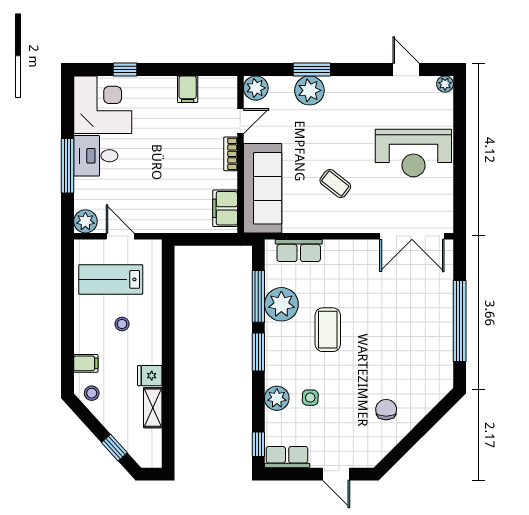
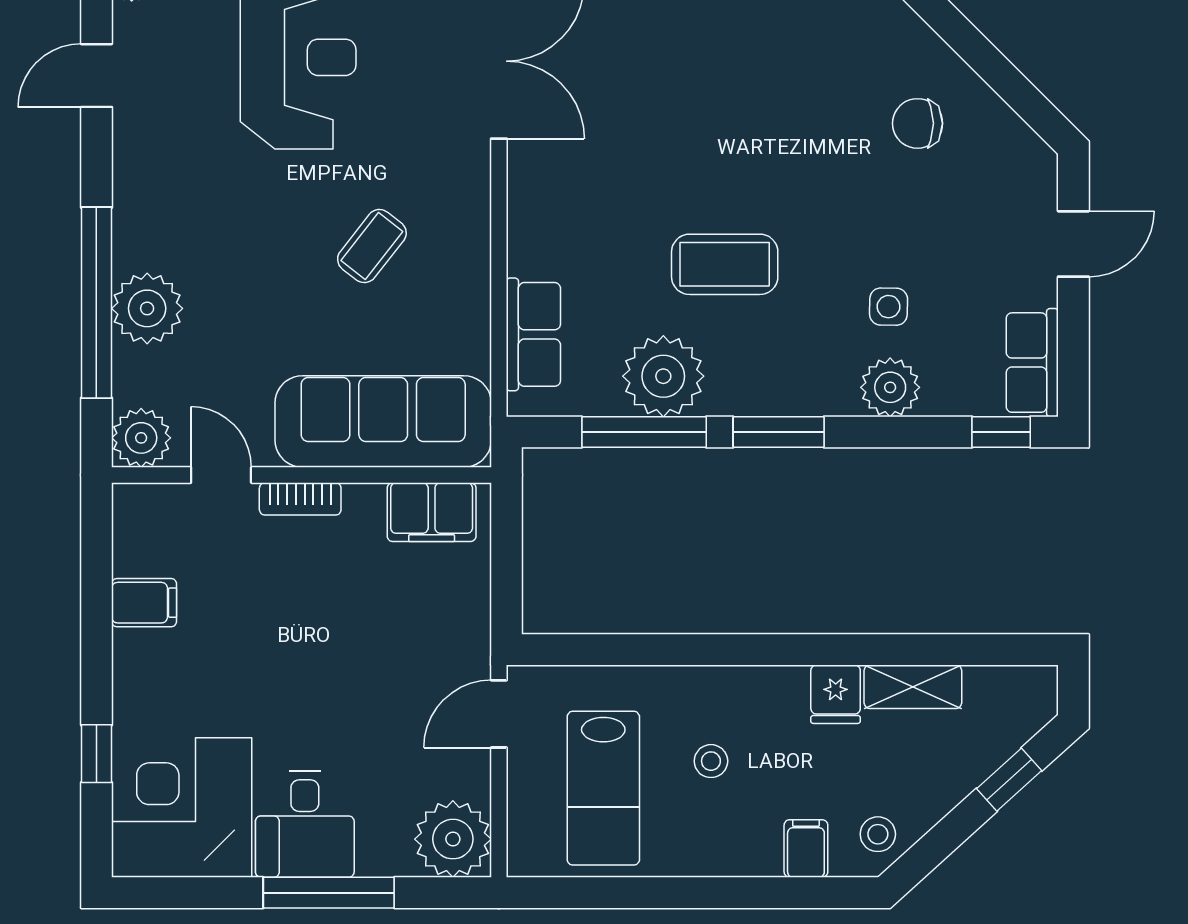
window: (312, 69) -> (96, 303), width x2.11
plant: (85, 221) -> (453, 839), width x1.36, depth x1.36
door: (120, 236) -> (499, 714), moved

